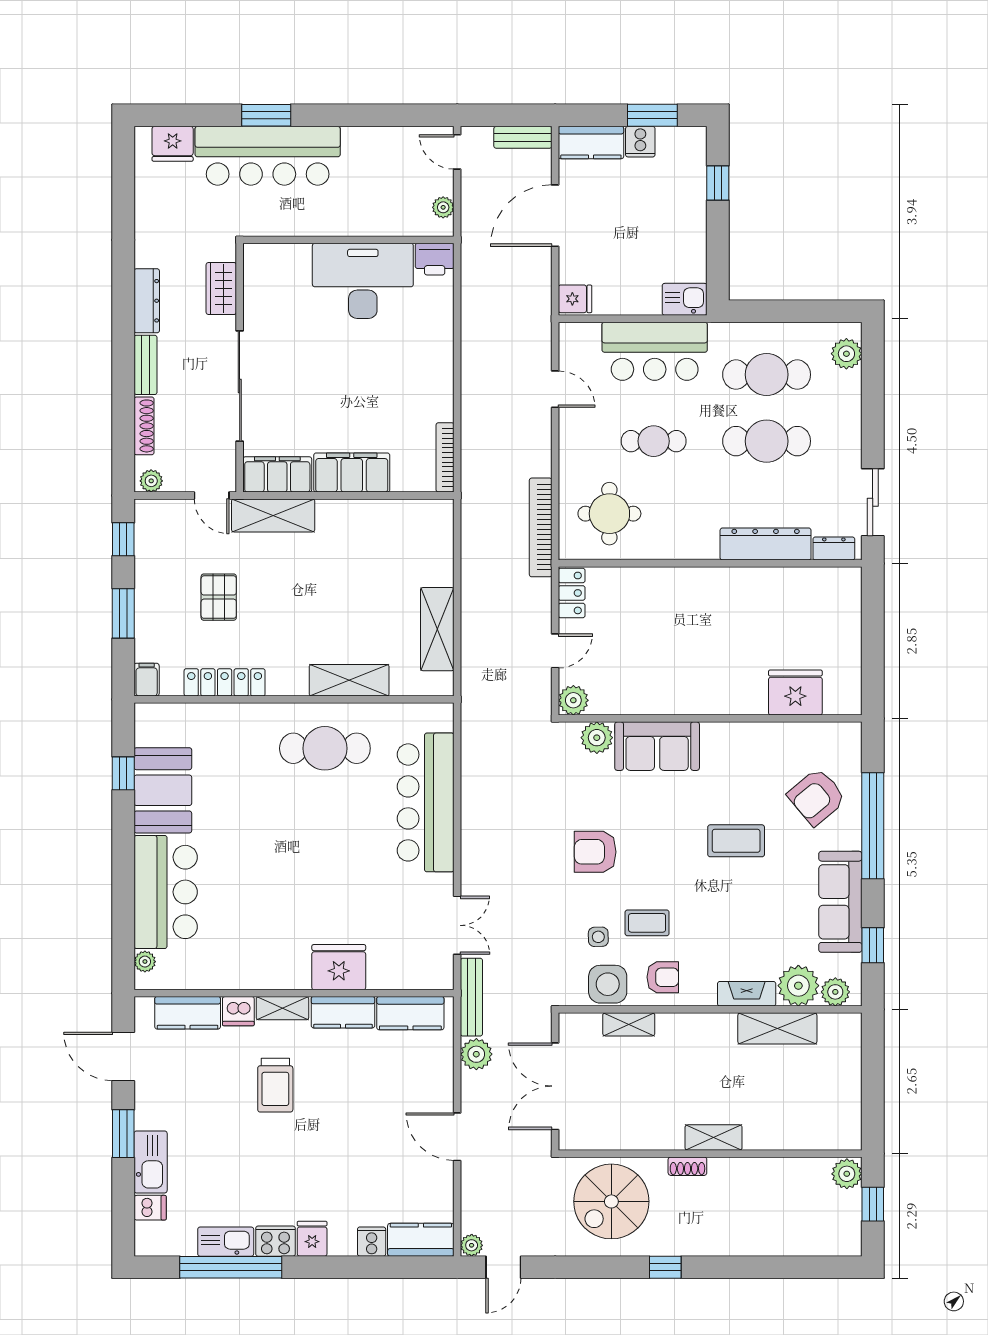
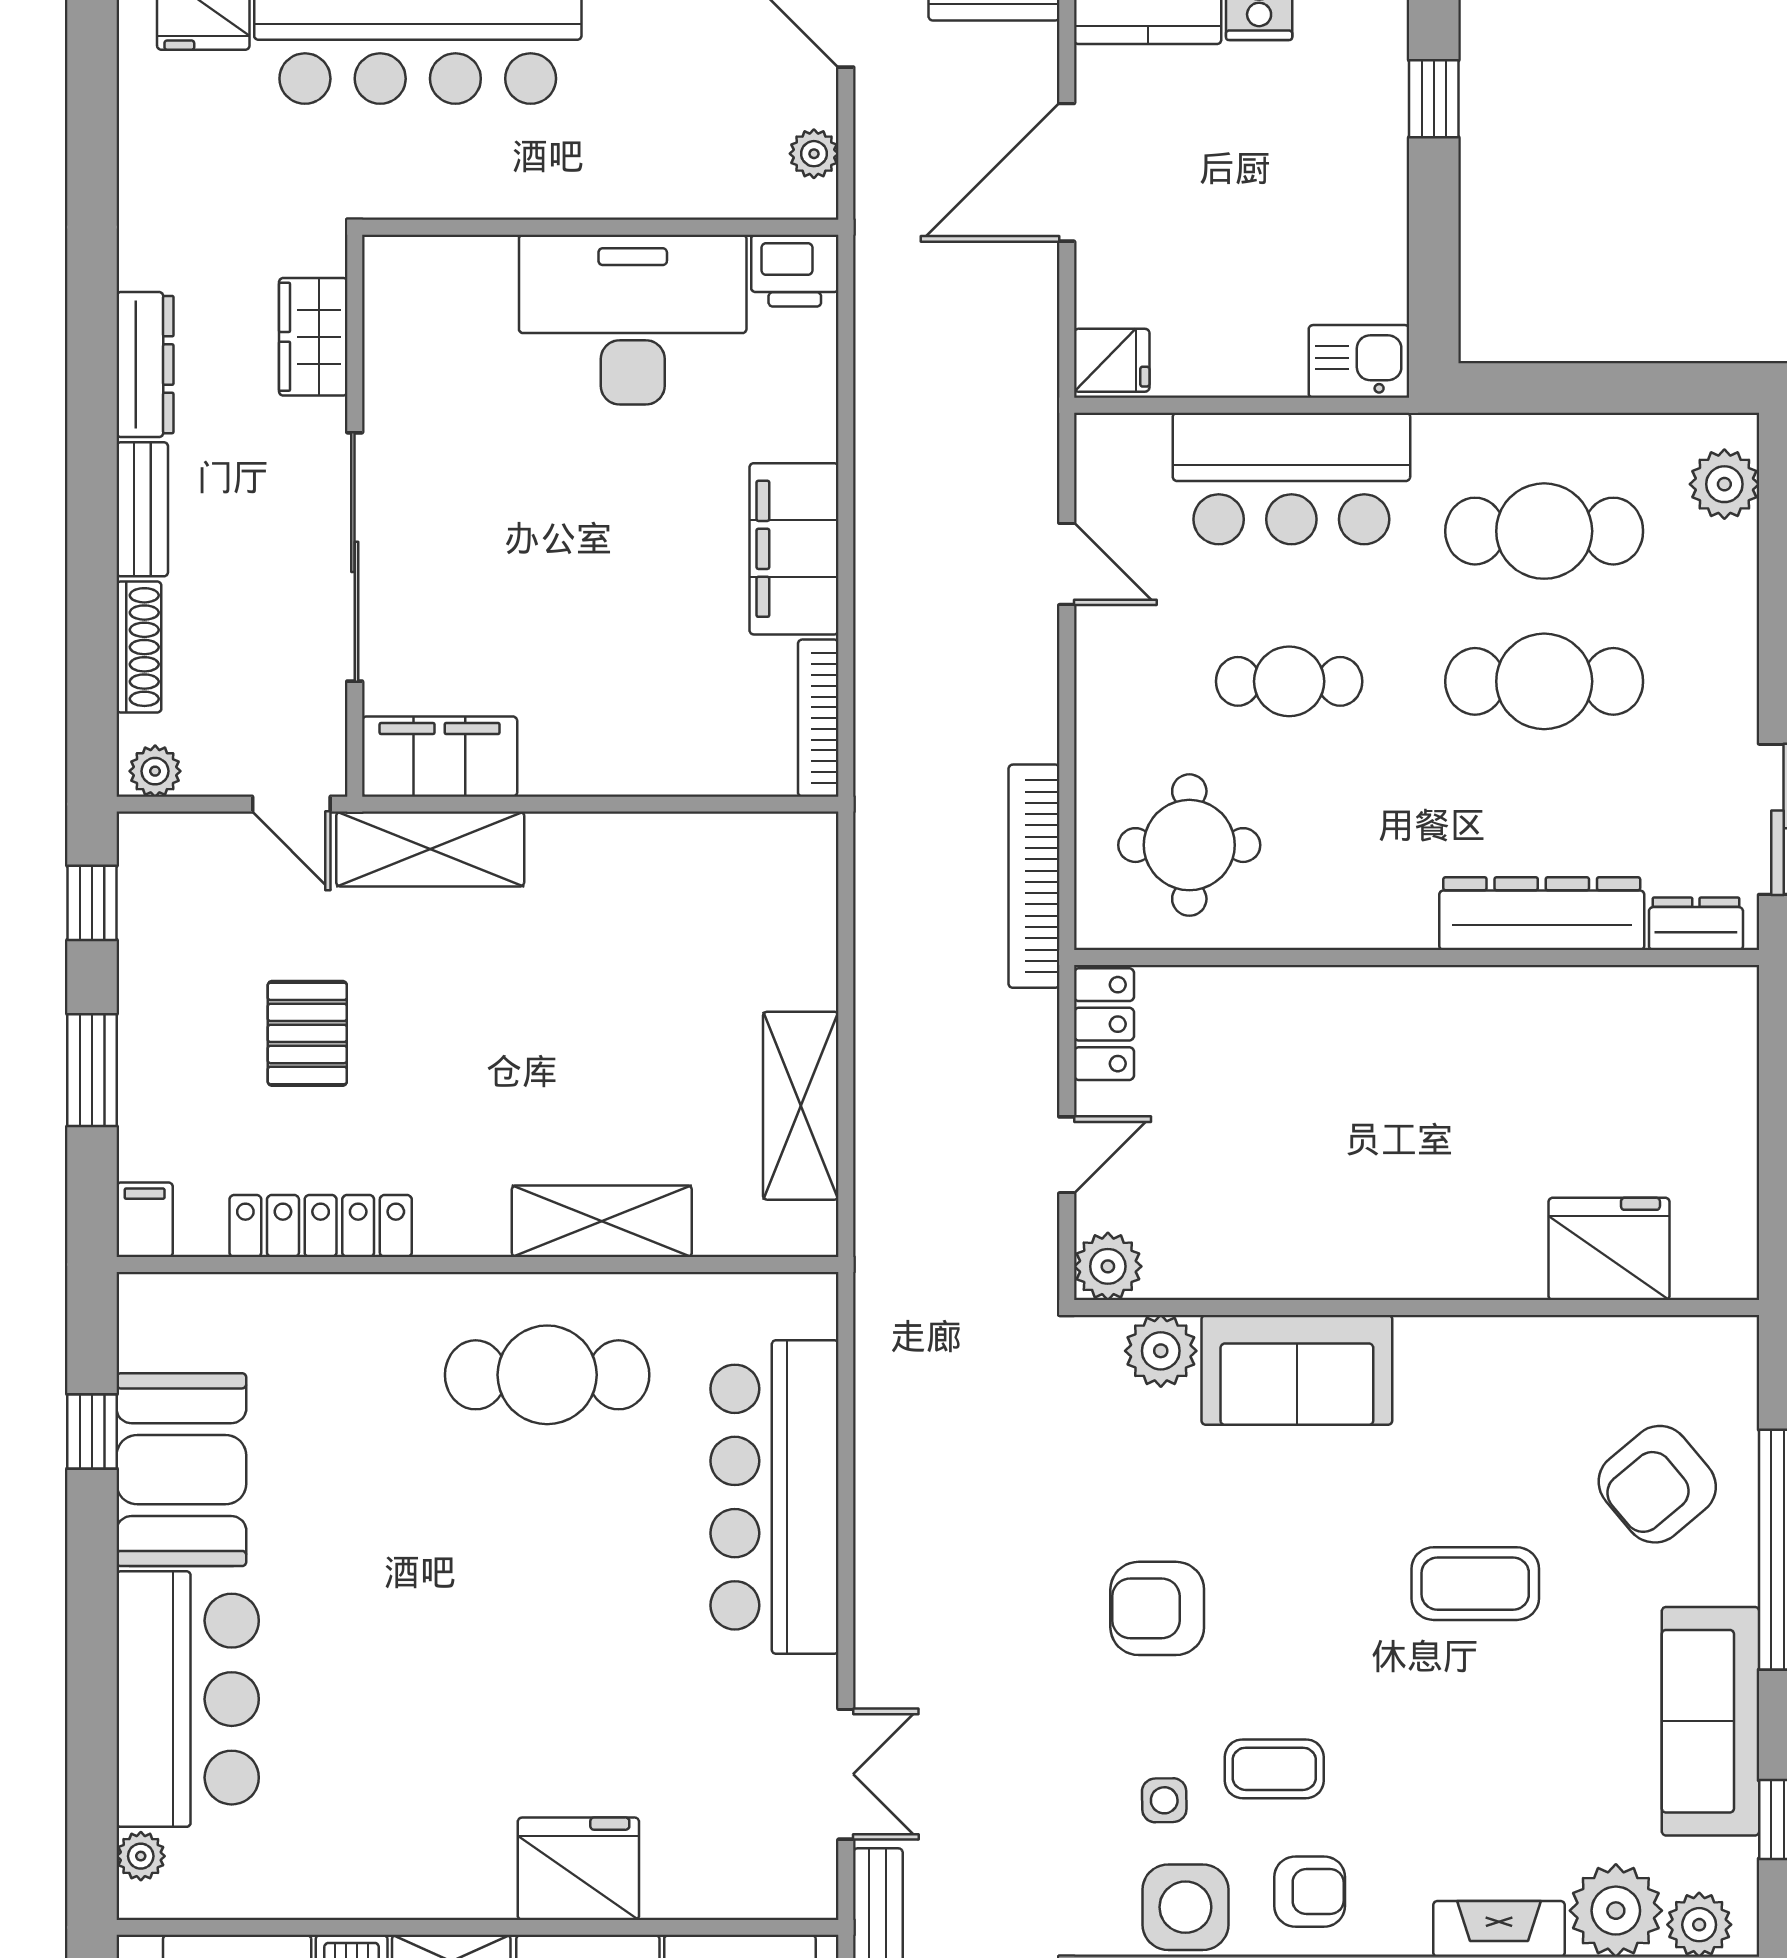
filing cabinet: (352, 473) -> (794, 549), moved, turned -90

